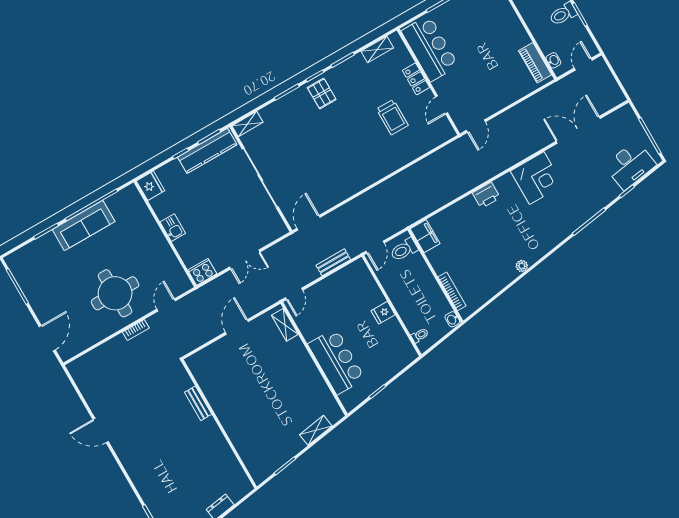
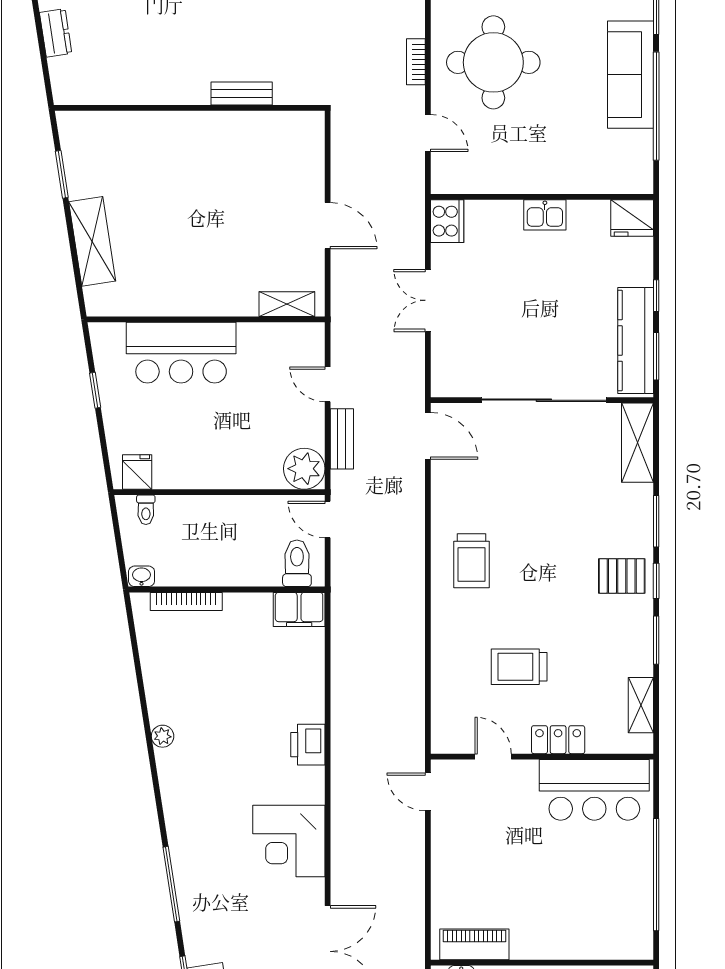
shelving: (248, 124) -> (637, 443), width x1.50, depth x1.33
trolley: (355, 168) -> (472, 561), added
plant: (358, 272) -> (304, 469), added
door: (294, 294) -> (328, 384), moved
fridge: (383, 313) -> (137, 472), moved
shelving: (316, 430) -> (92, 241), width x1.50, depth x1.33

